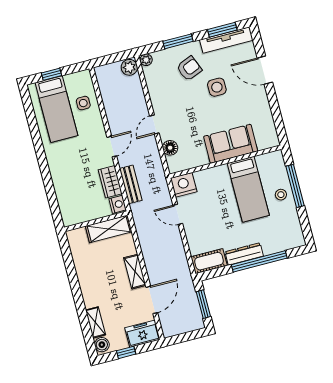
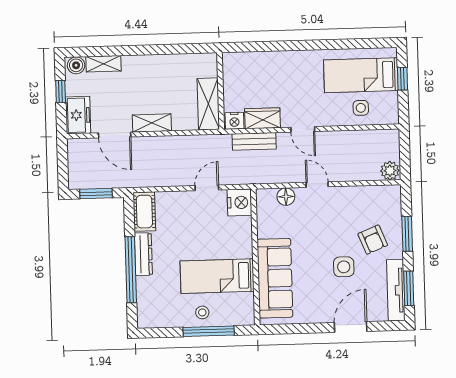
plant: (146, 60) -> (394, 192), removed
sofa: (231, 144) -> (275, 278), width x1.36

